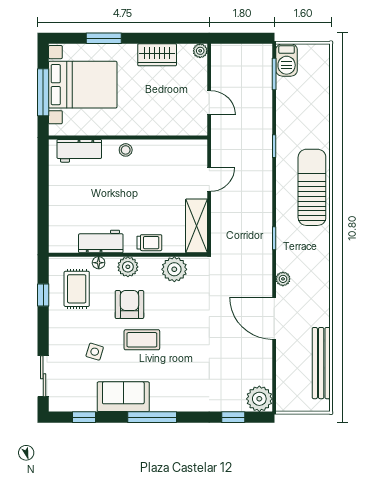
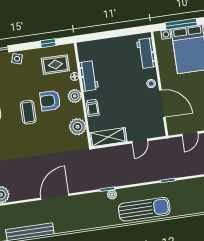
door: (158, 137) -> (162, 104), added
door: (209, 179) -> (140, 141), hinge flipped
plant: (283, 279) -> (112, 194), moved
armchair: (129, 305) -> (50, 101), turned 180
side table: (95, 352) -> (17, 59), moved

